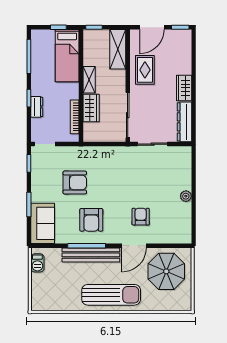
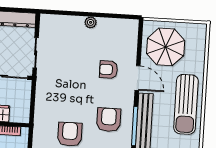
armchair: (91, 220) -> (109, 120), turned -90
sun lounger: (111, 295) -> (186, 104), turned 180

